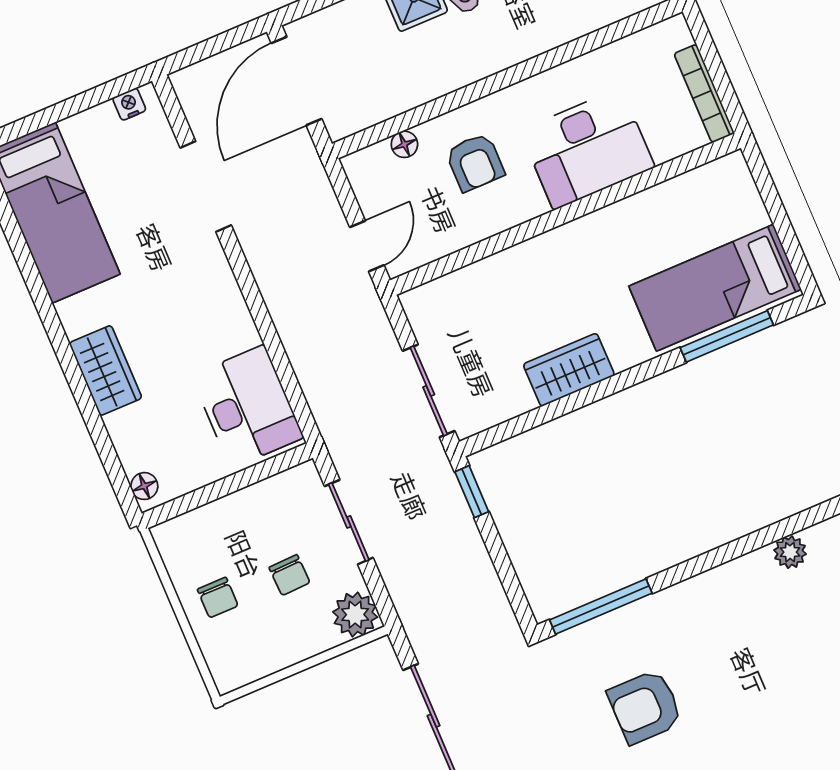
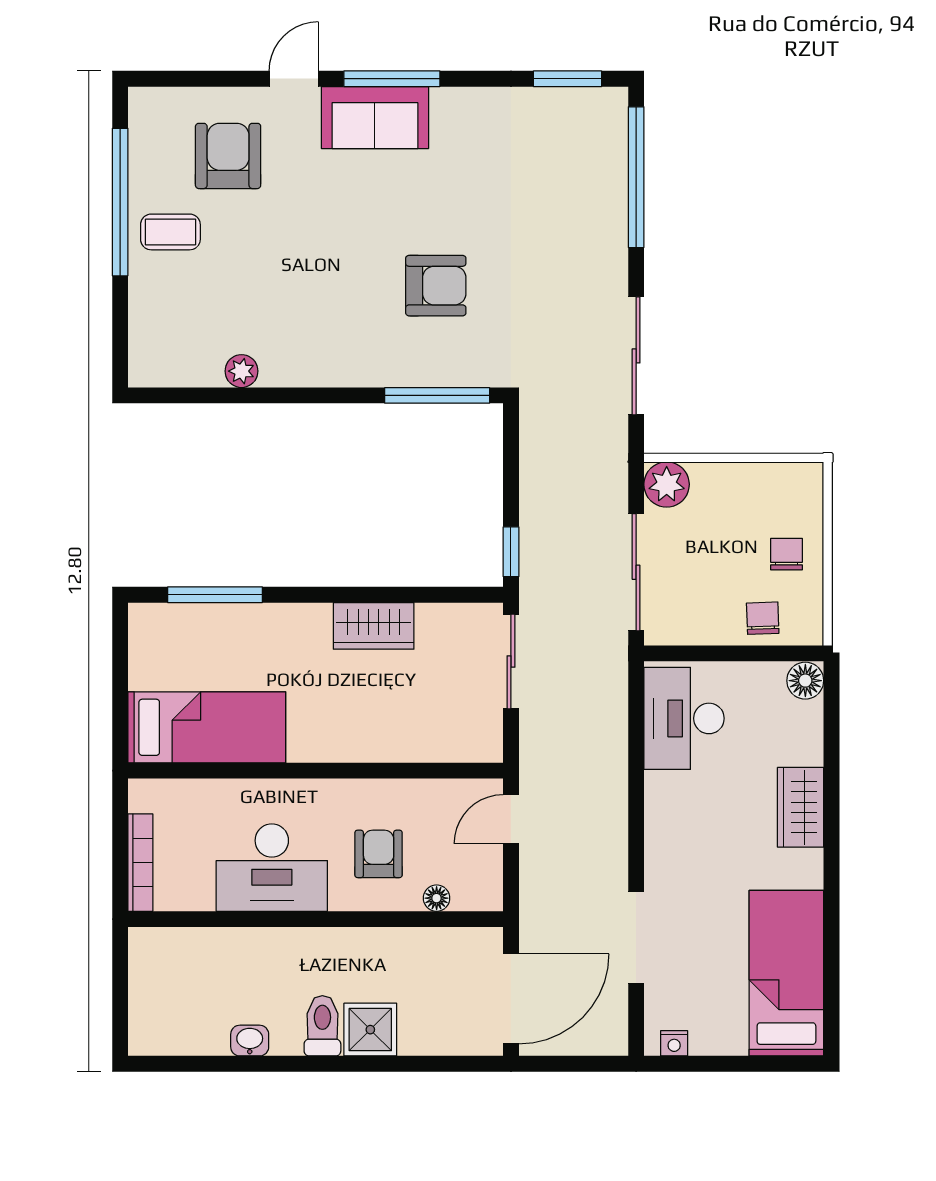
bookcase: (704, 93) -> (140, 863), moved
desk: (587, 149) -> (272, 868), moved, turned 180
bed: (715, 288) -> (207, 727), moved
floor lamp: (144, 486) -> (805, 681), width x1.37, depth x1.37
sliding door: (349, 522) -> (636, 572), width x1.37
chair: (289, 575) -> (763, 618), moved

